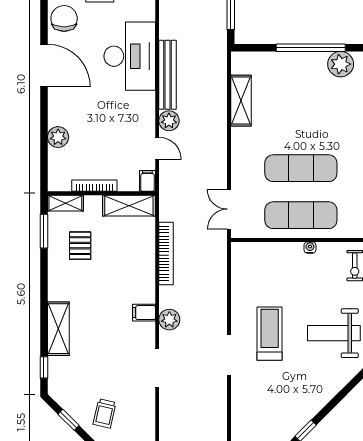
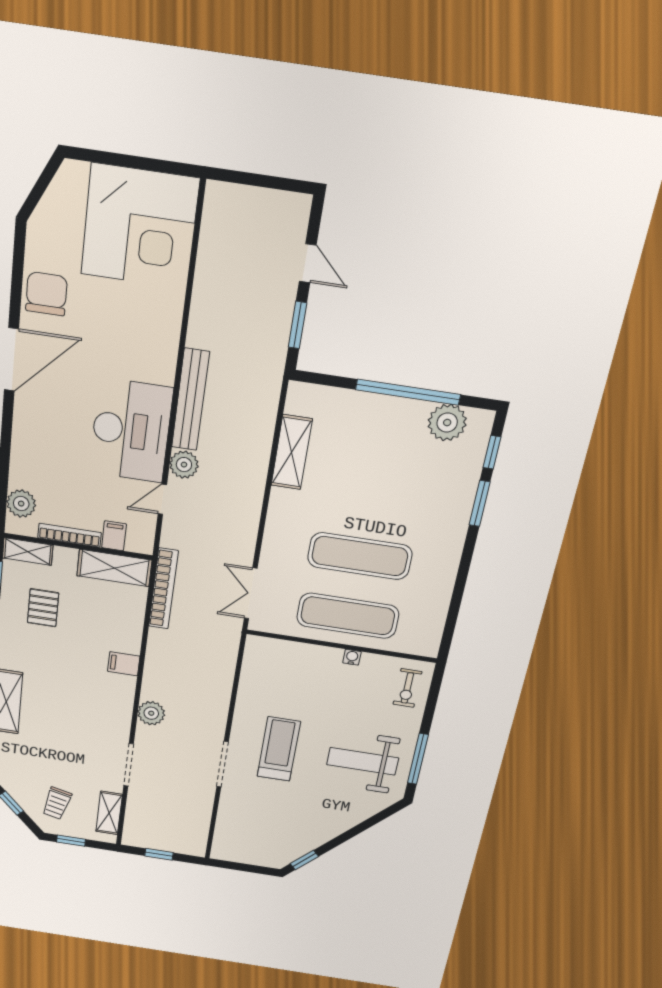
desk: (130, 56) -> (131, 431), moved
door: (44, 65) -> (11, 359), hinge flipped
plant: (58, 137) -> (21, 504), moved
door: (157, 148) -> (162, 499), swing flipped
filing cabinet: (147, 181) -> (114, 536), moved
bookcase: (166, 254) -> (163, 589), moved
filing cabinet: (144, 313) -> (124, 664), moved
shelving: (147, 415) -> (109, 813), added

